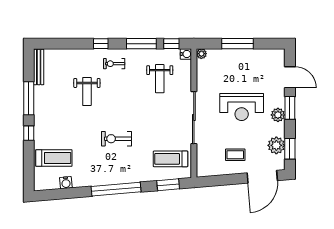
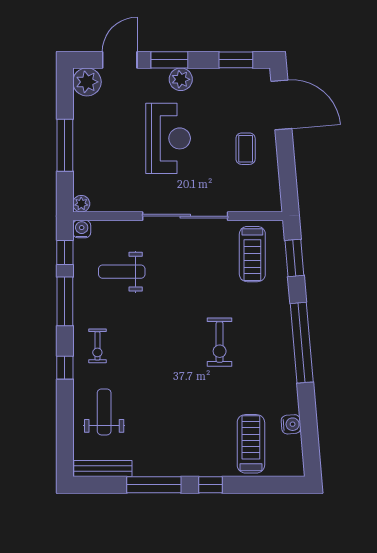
weight bench: (160, 79) -> (122, 272), turned 180
weight bench: (87, 91) -> (104, 412), moved, turned -90
plant: (276, 145) -> (87, 82), moved

